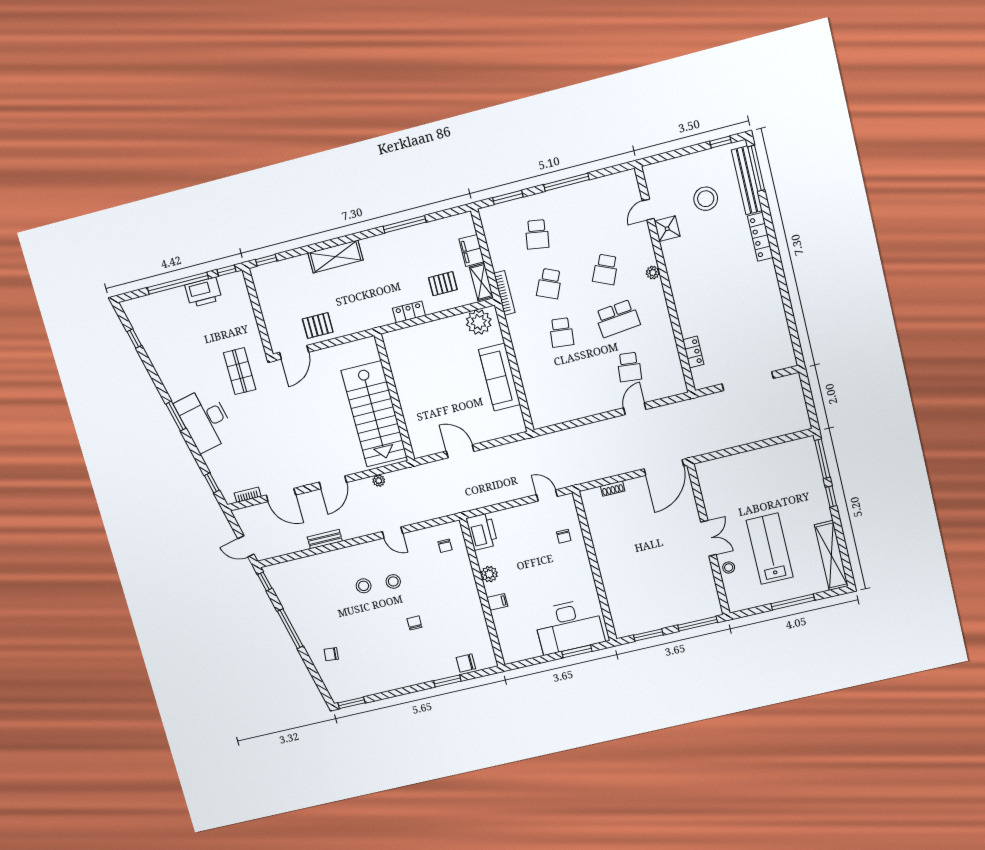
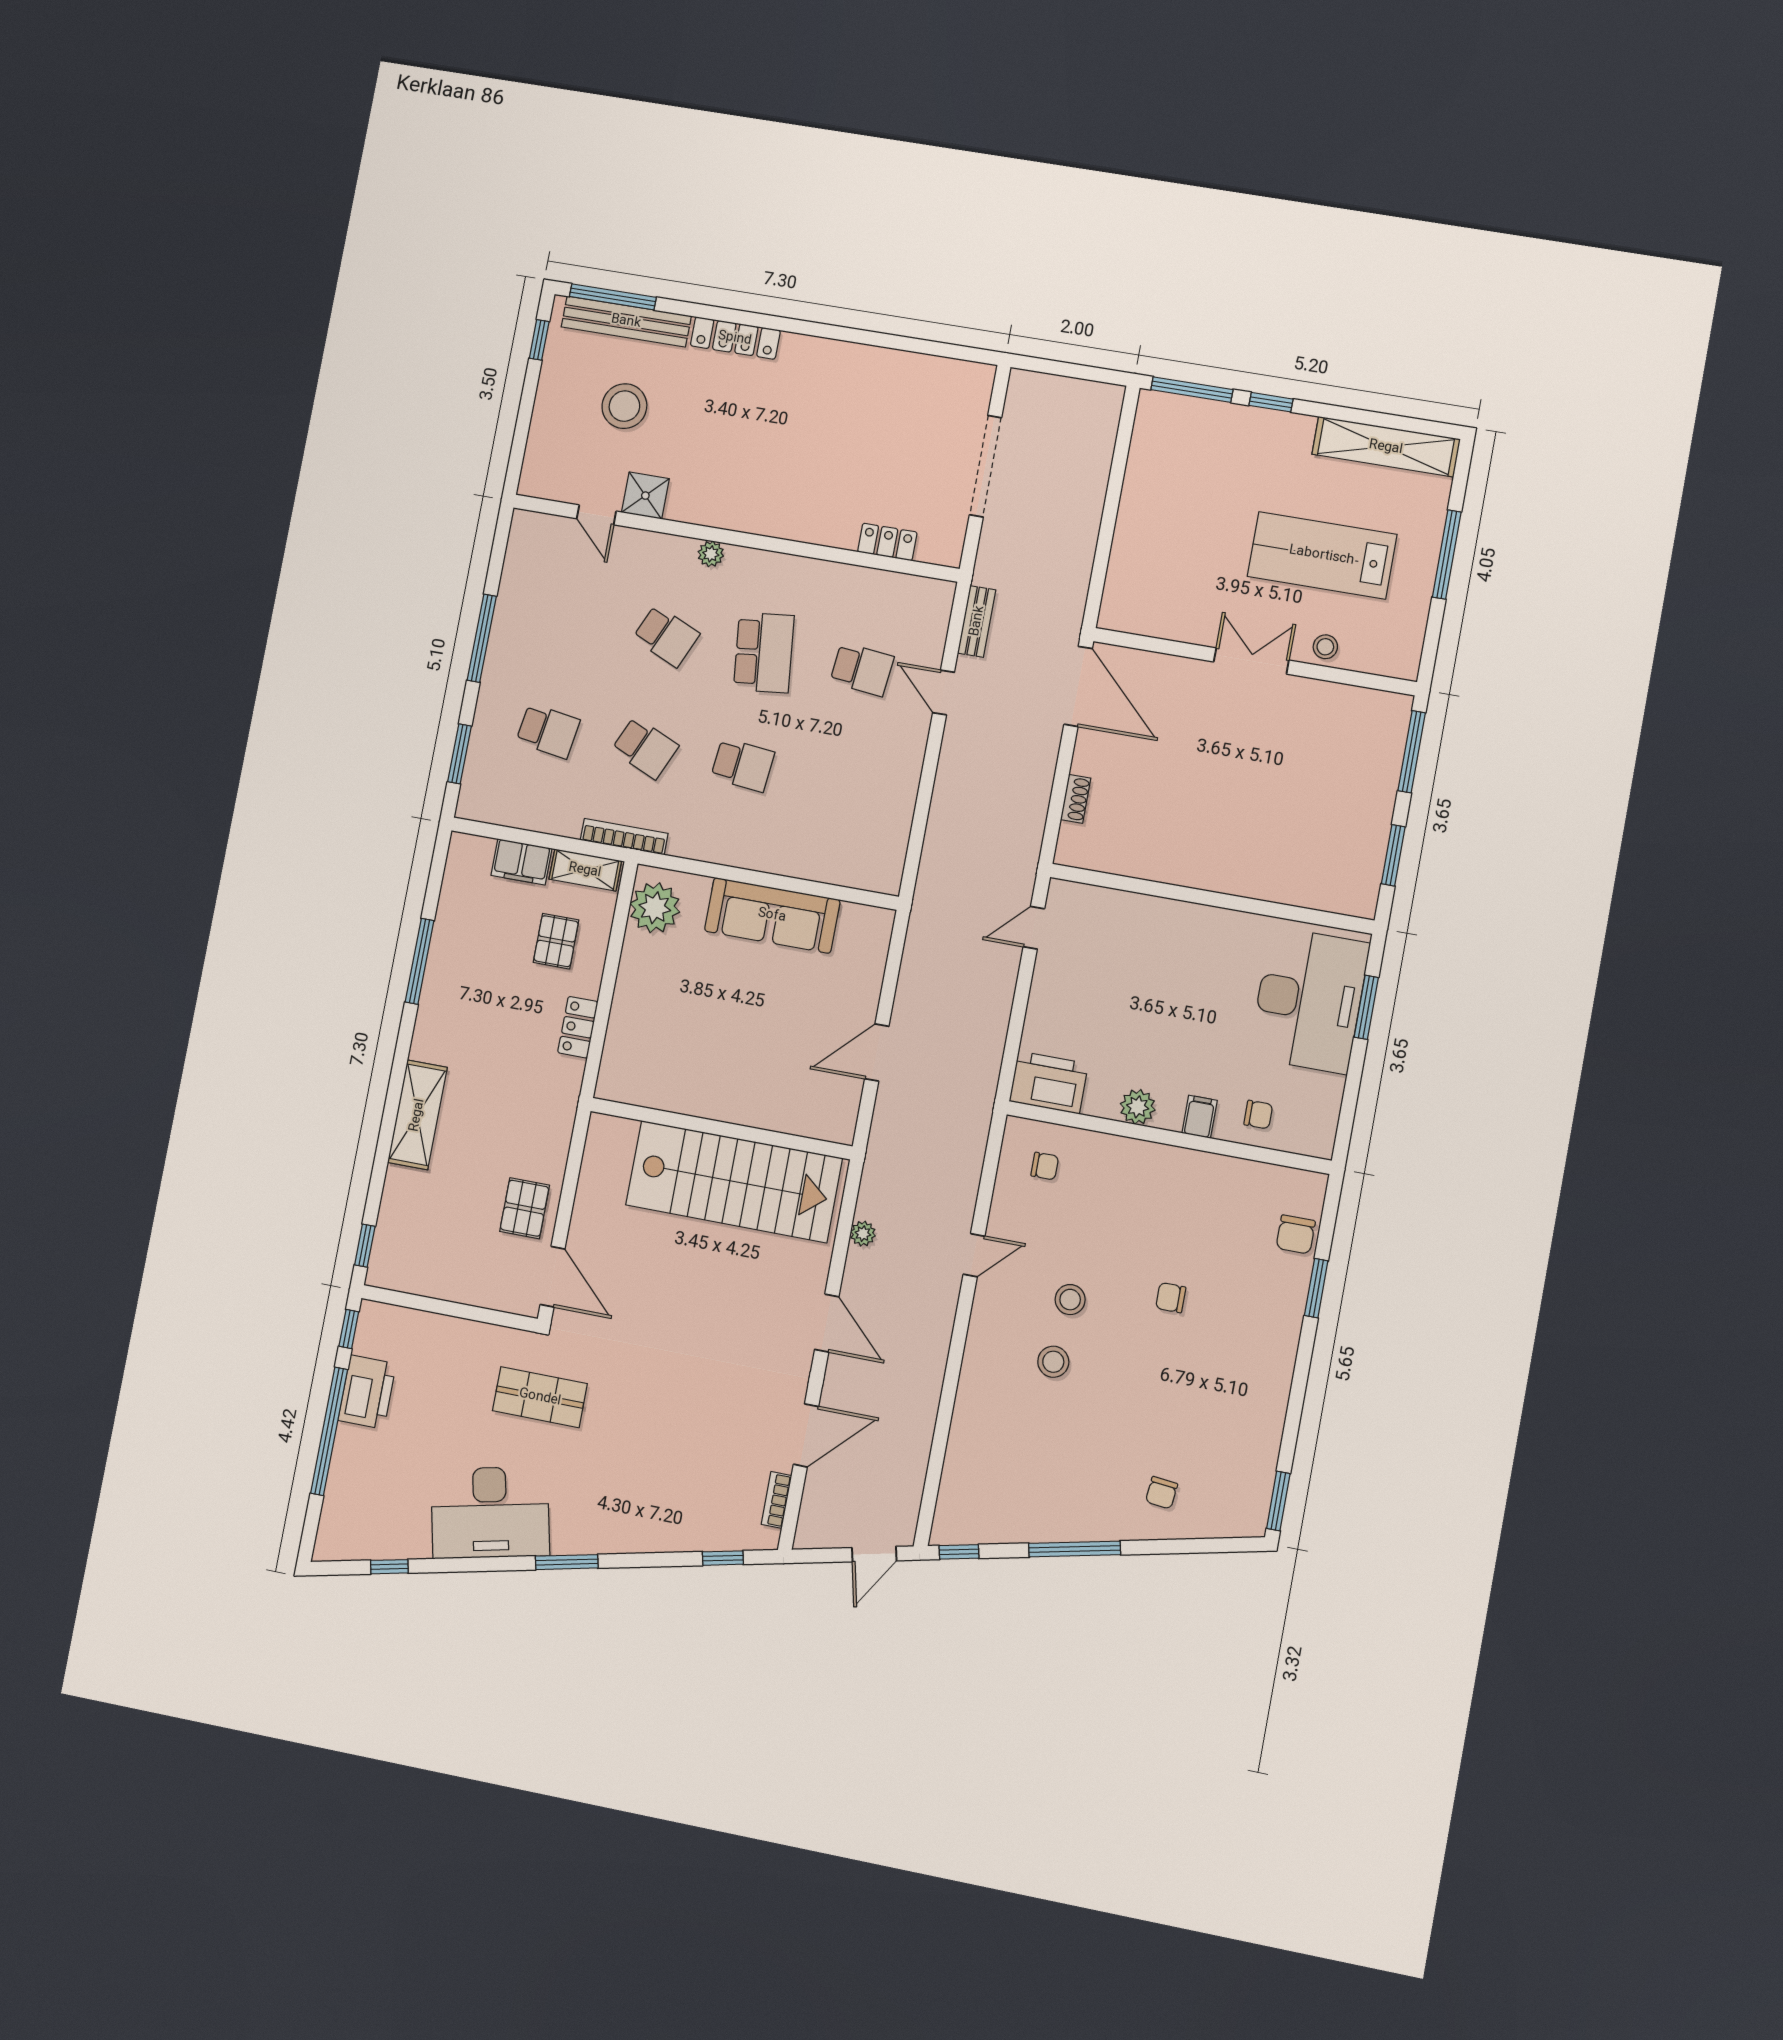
desk: (205, 420) -> (490, 1513), moved
chair: (564, 536) -> (1258, 1115), moved
bench: (325, 539) -> (977, 621), moved

